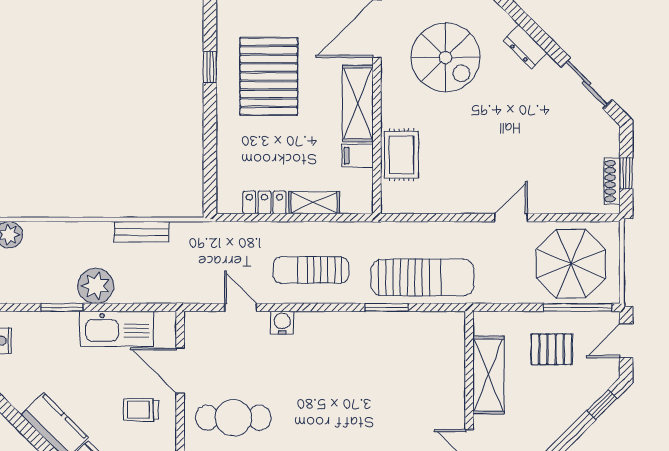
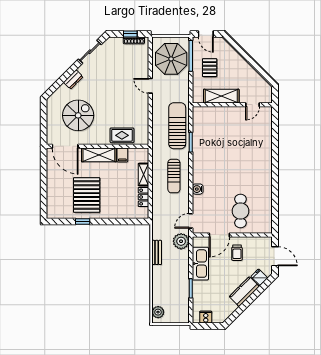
pallet: (269, 76) -> (87, 195), turned 90
plant: (96, 286) -> (181, 241), moved
door: (241, 307) -> (191, 221), moved
window: (602, 405) -> (235, 45), removed

